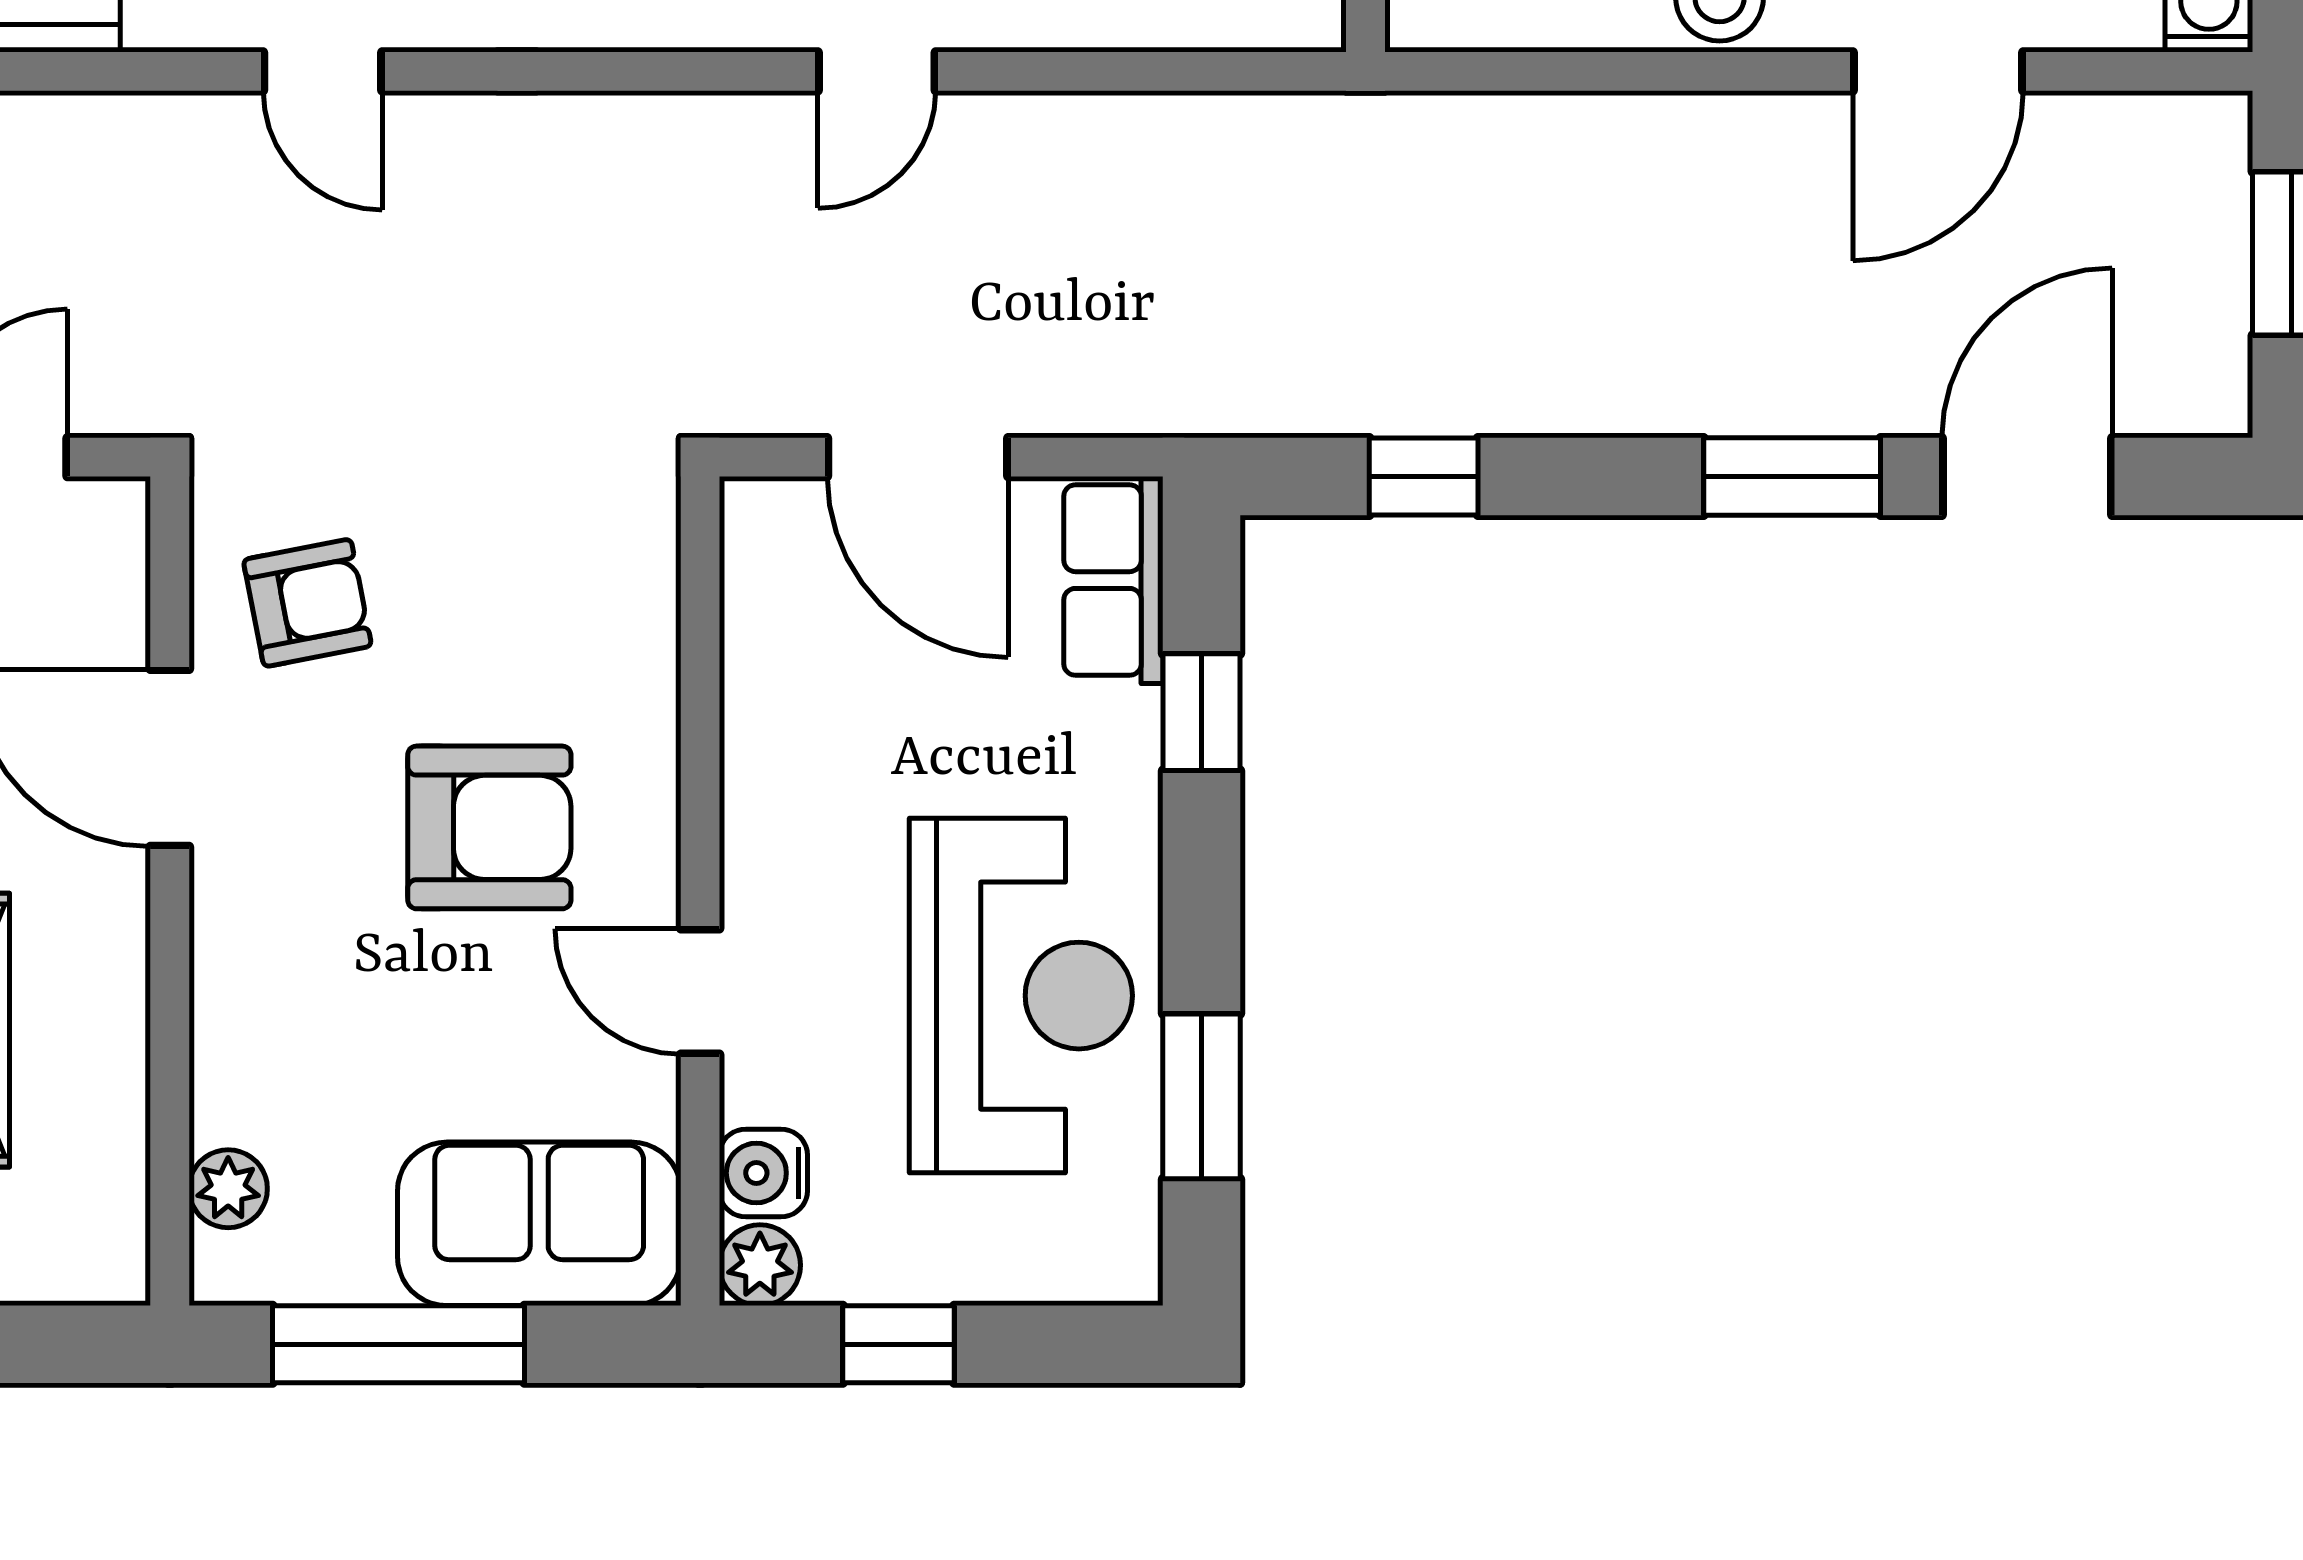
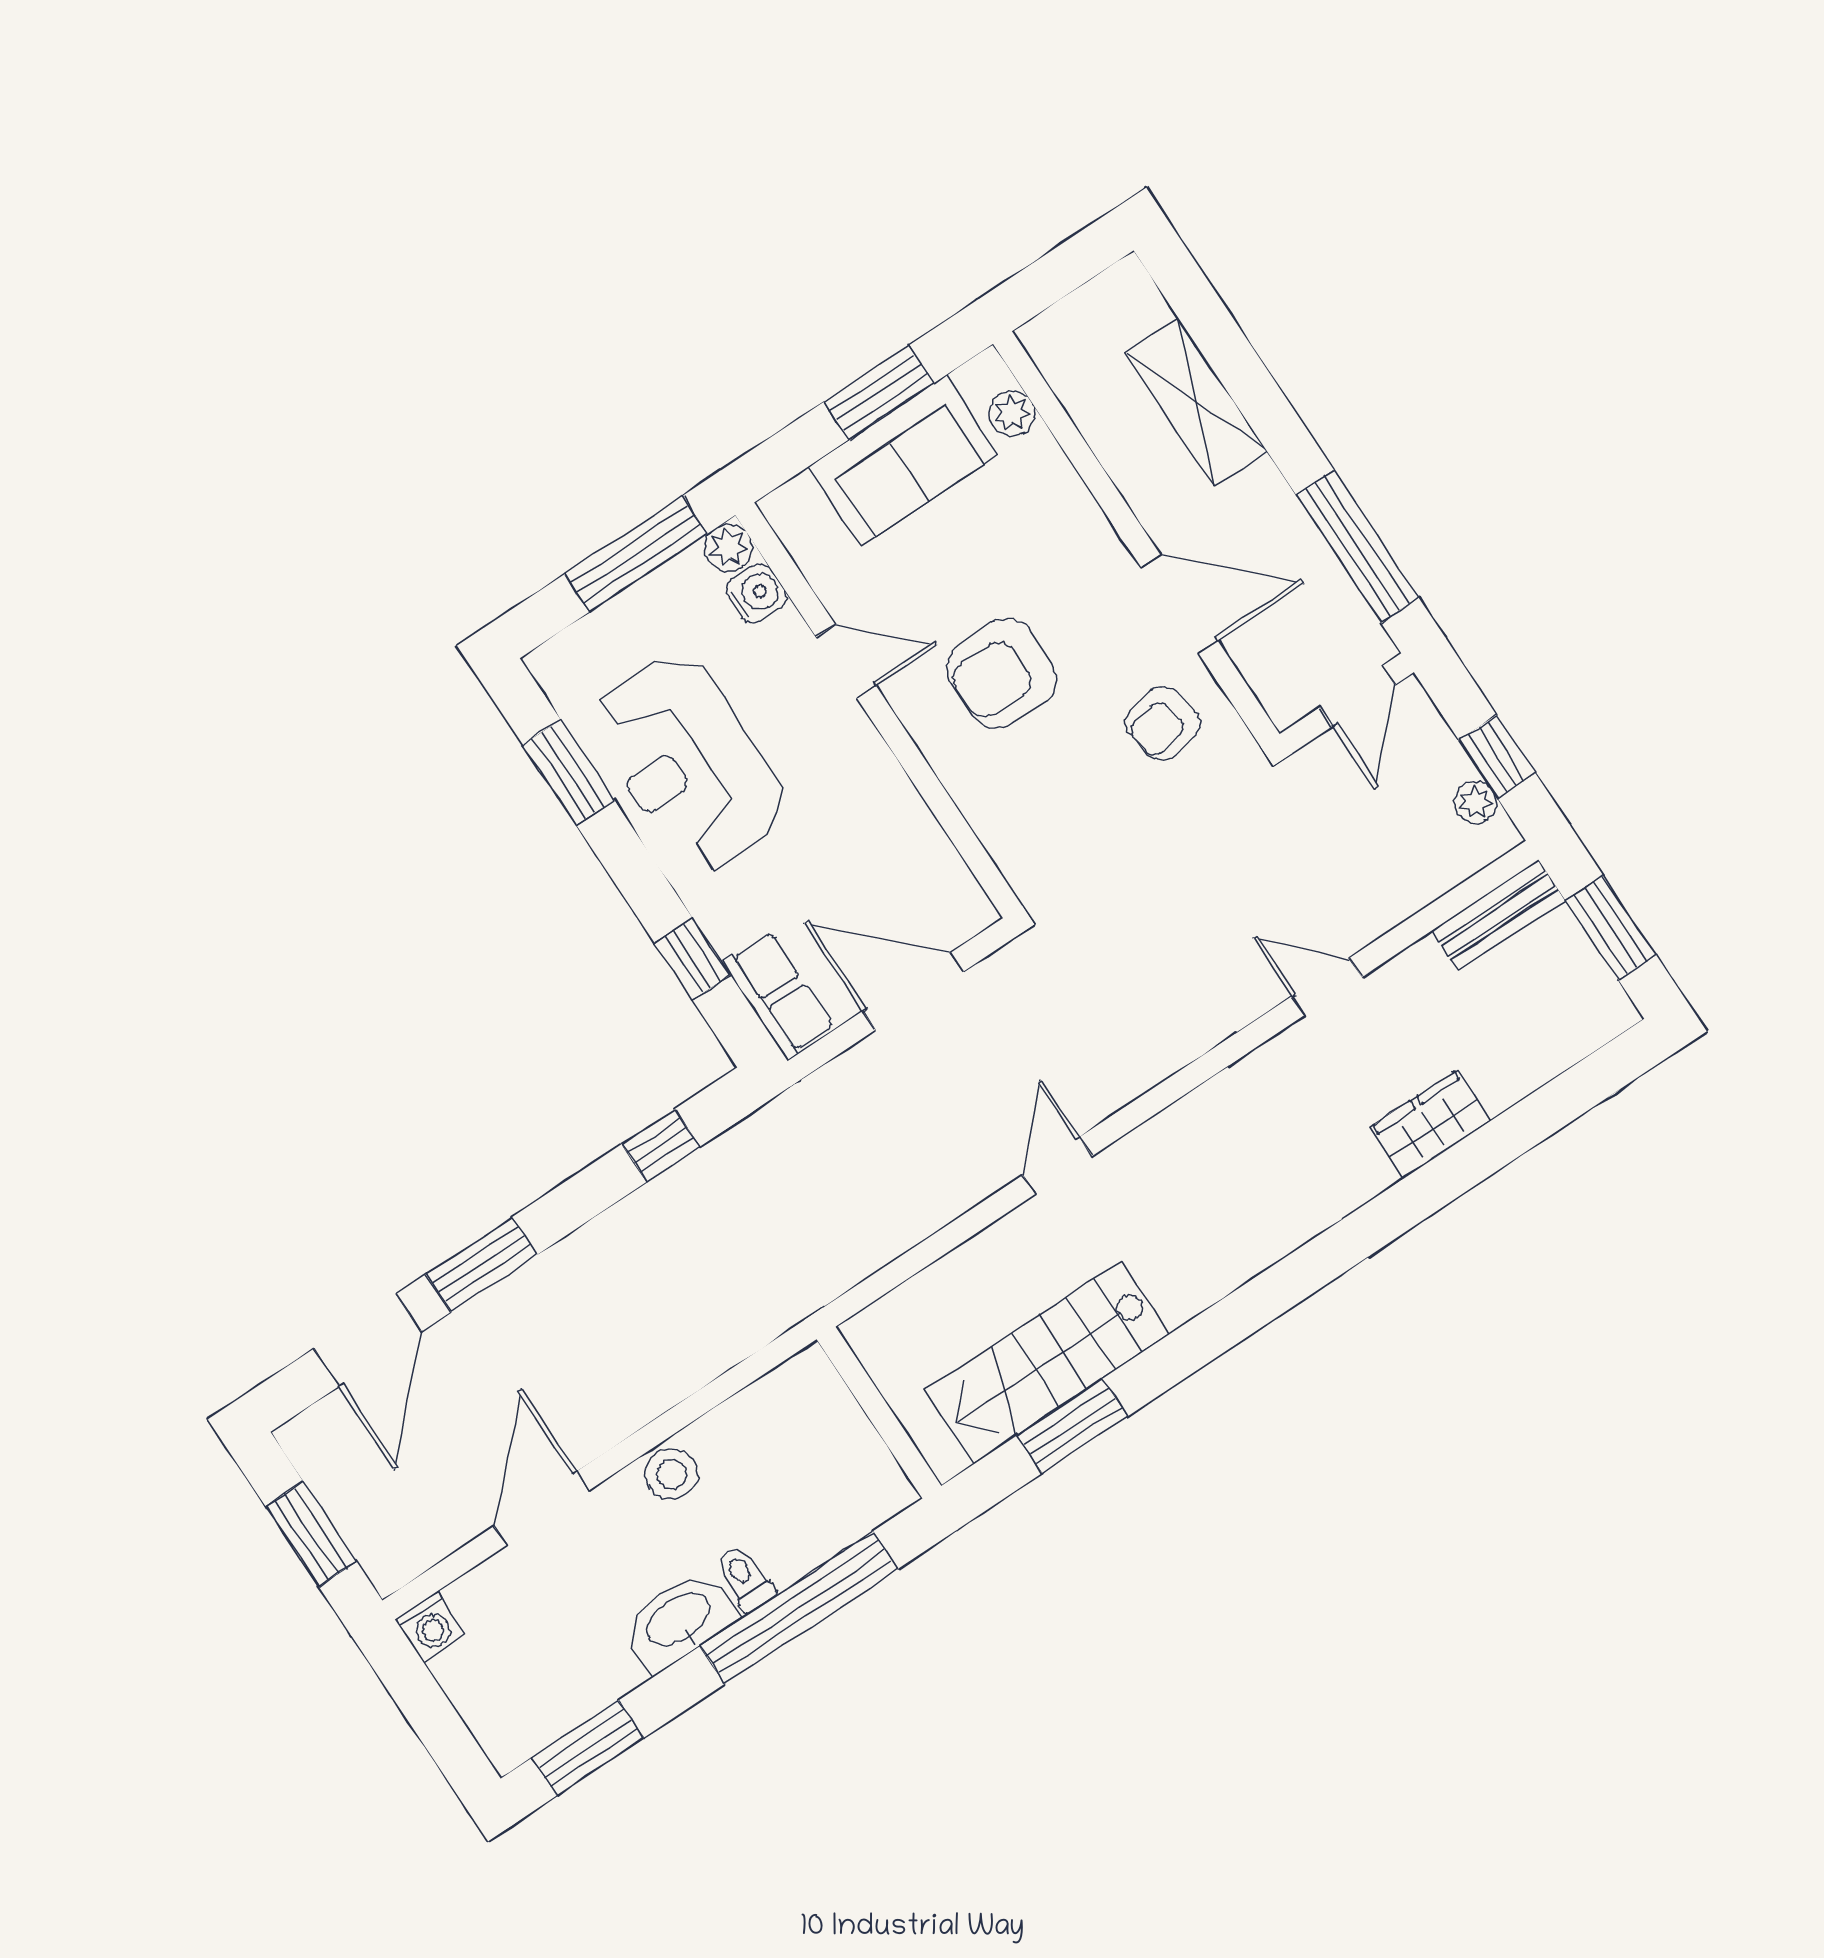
sofa: (539, 1224) -> (903, 461), moved
window: (399, 1344) -> (879, 393), width x0.69
window: (898, 1344) -> (636, 554), width x2.17

